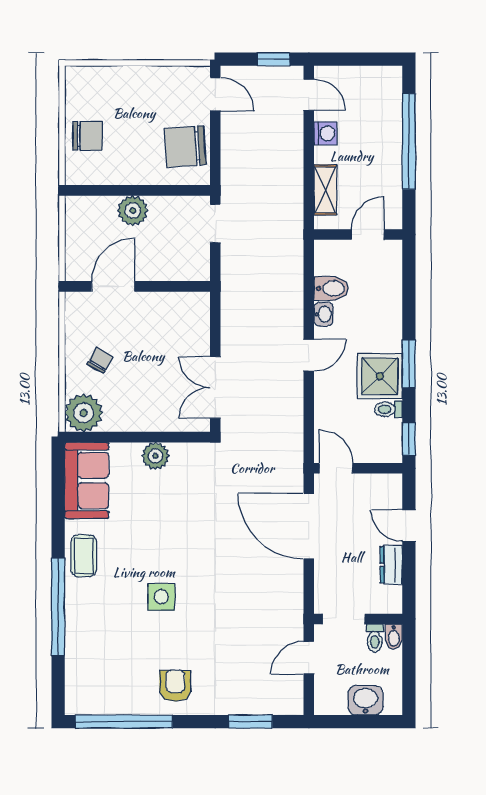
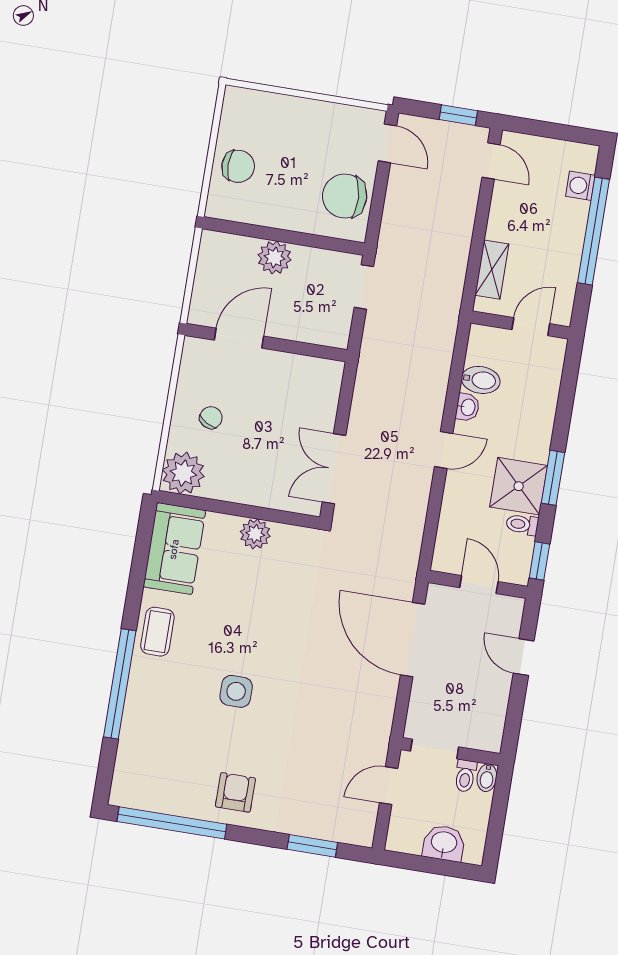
washing machine: (325, 133) -> (580, 186), moved, turned 180
door: (336, 468) -> (479, 585), moved
dresser: (391, 565) -> (497, 697), removed

